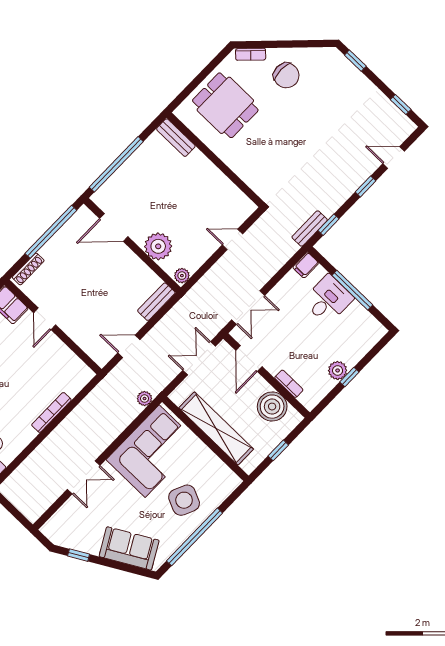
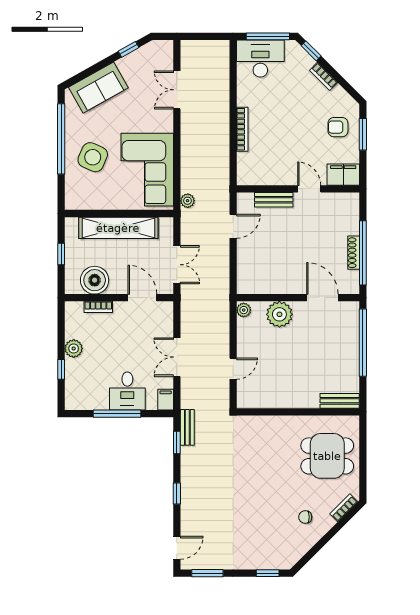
chair: (286, 75) -> (305, 517), width x0.54, depth x0.54
window: (401, 104) -> (207, 573), width x1.50
door: (394, 157) -> (177, 548), moved
door: (114, 228) -> (322, 298), hinge flipped
shoe rack: (28, 269) -> (354, 253), moved
bench: (156, 302) -> (274, 200), moved, turned 90
double door: (248, 308) -> (177, 357), moved
window: (349, 377) -> (61, 369), moved
double door: (84, 477) -> (177, 90), moved

